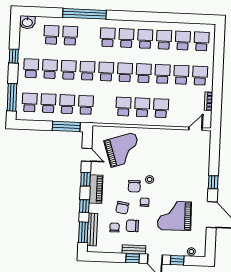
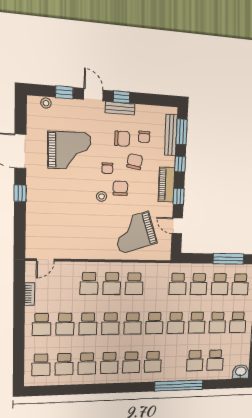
window: (66, 126) -> (228, 259), moved

